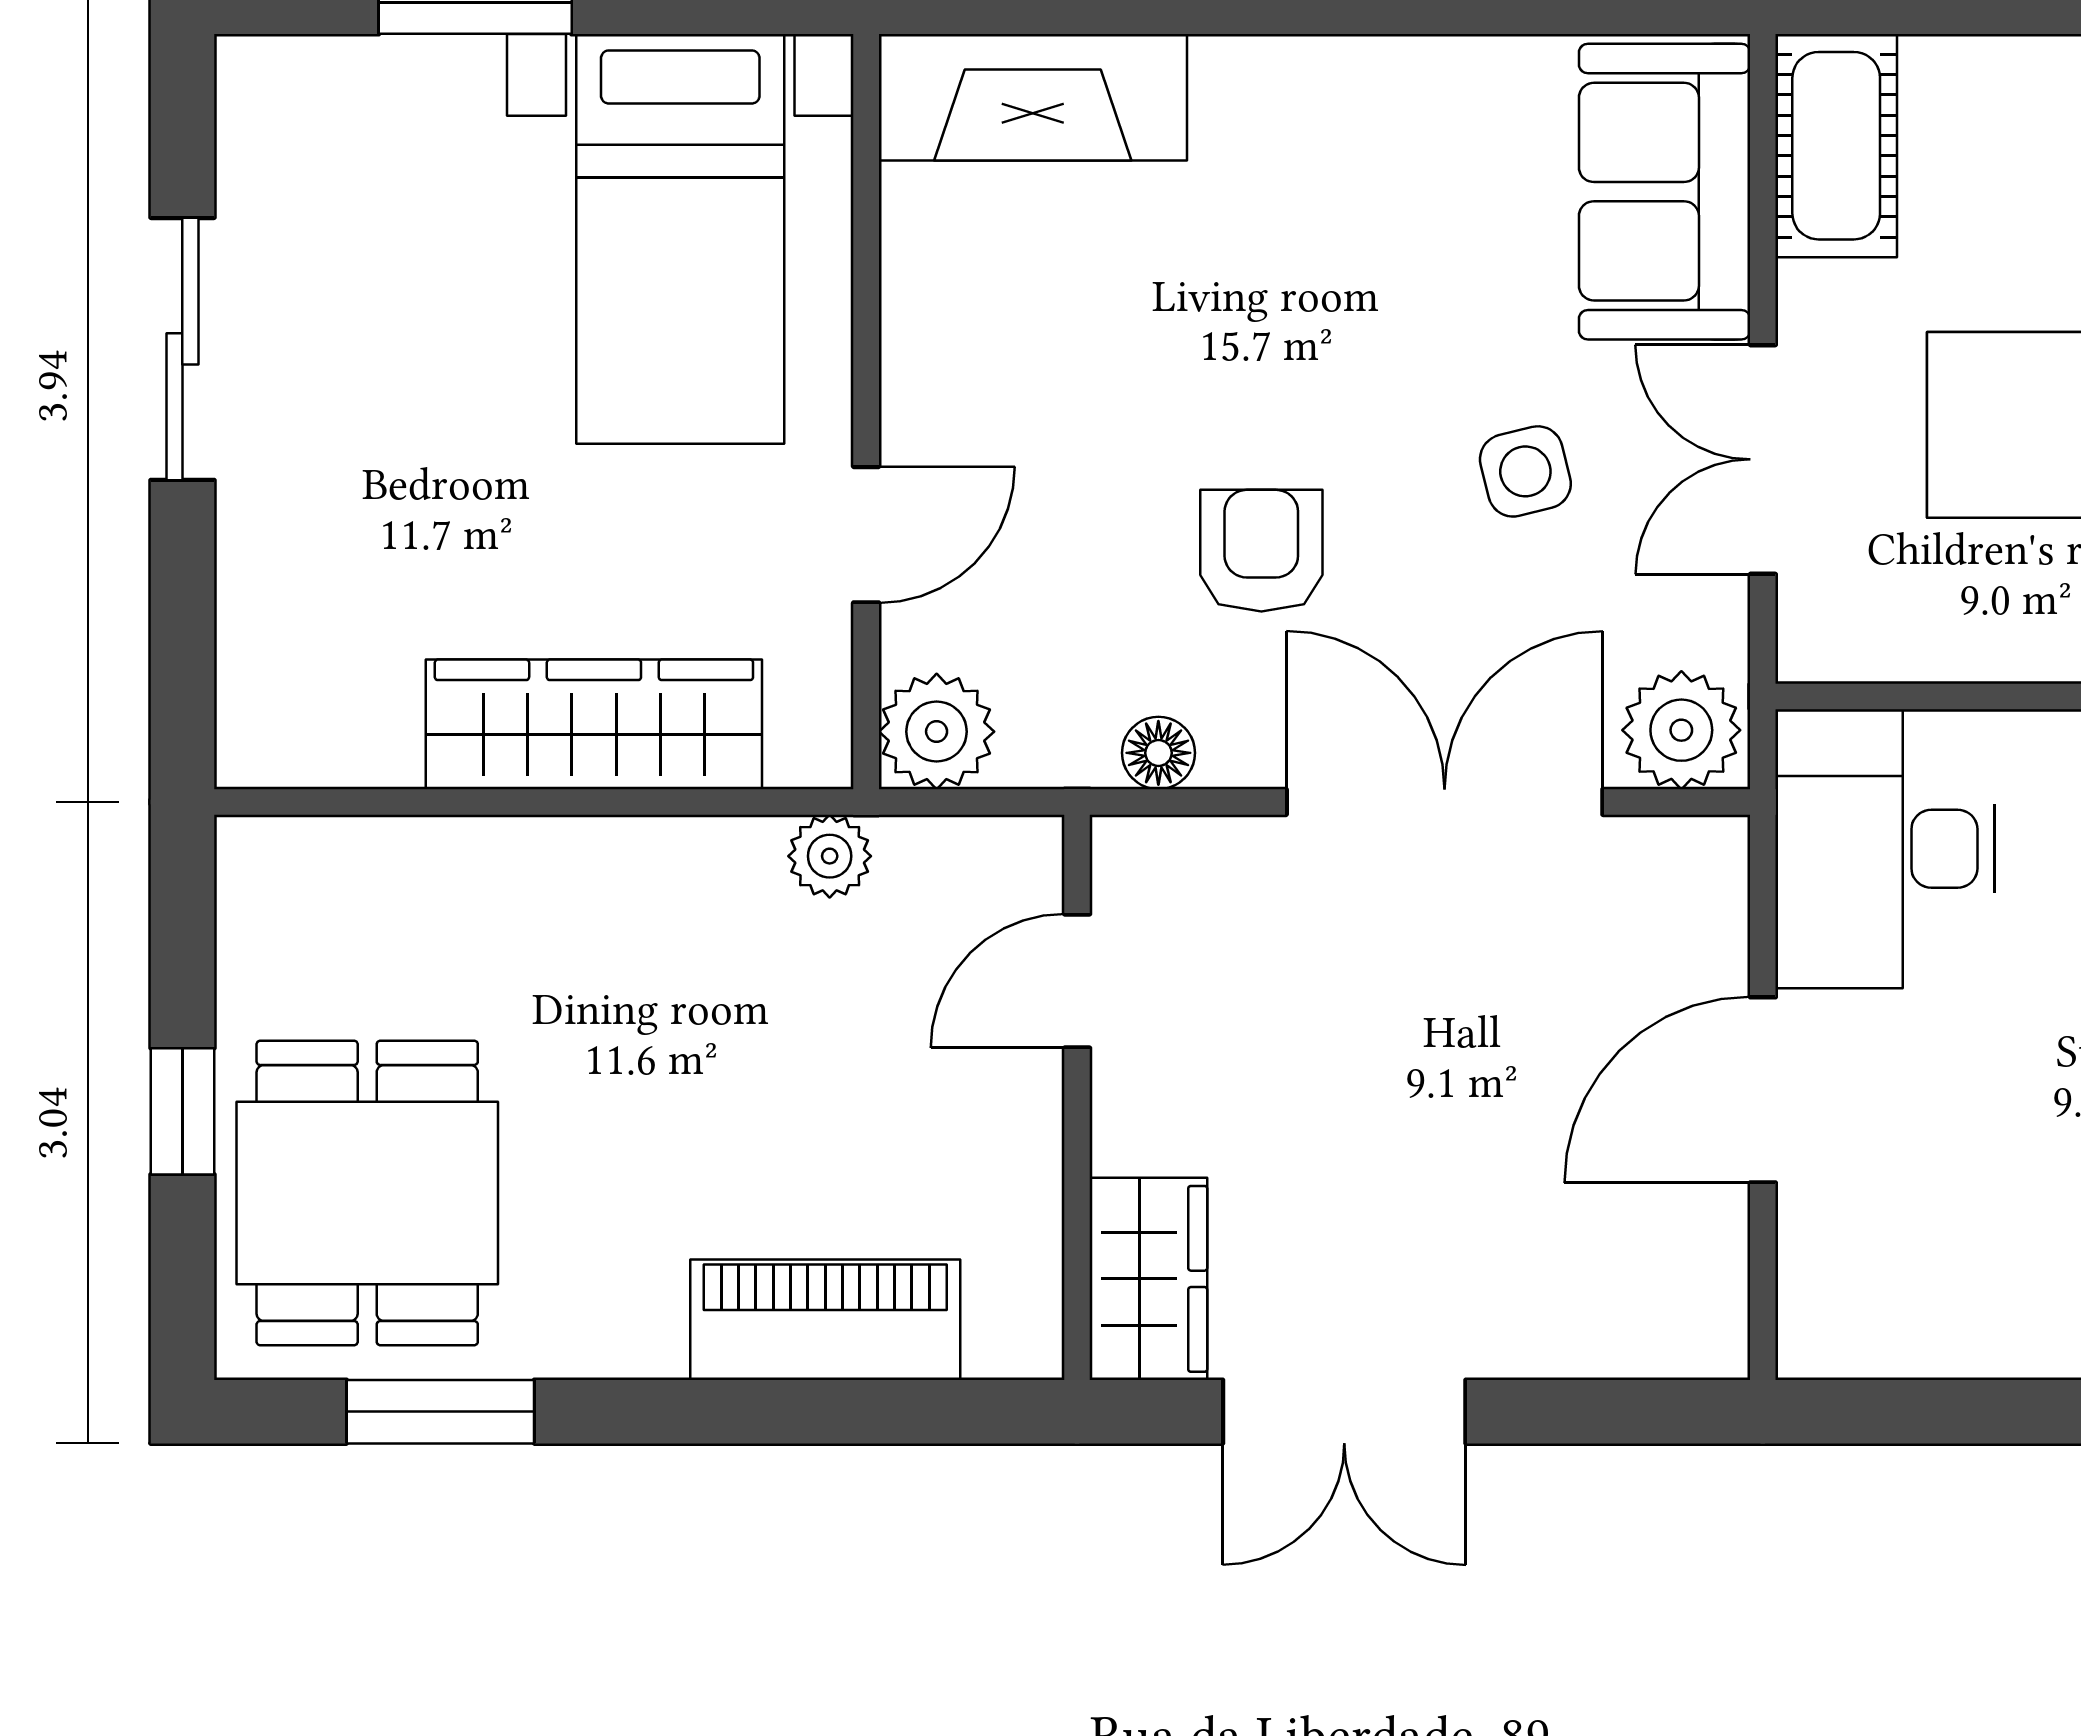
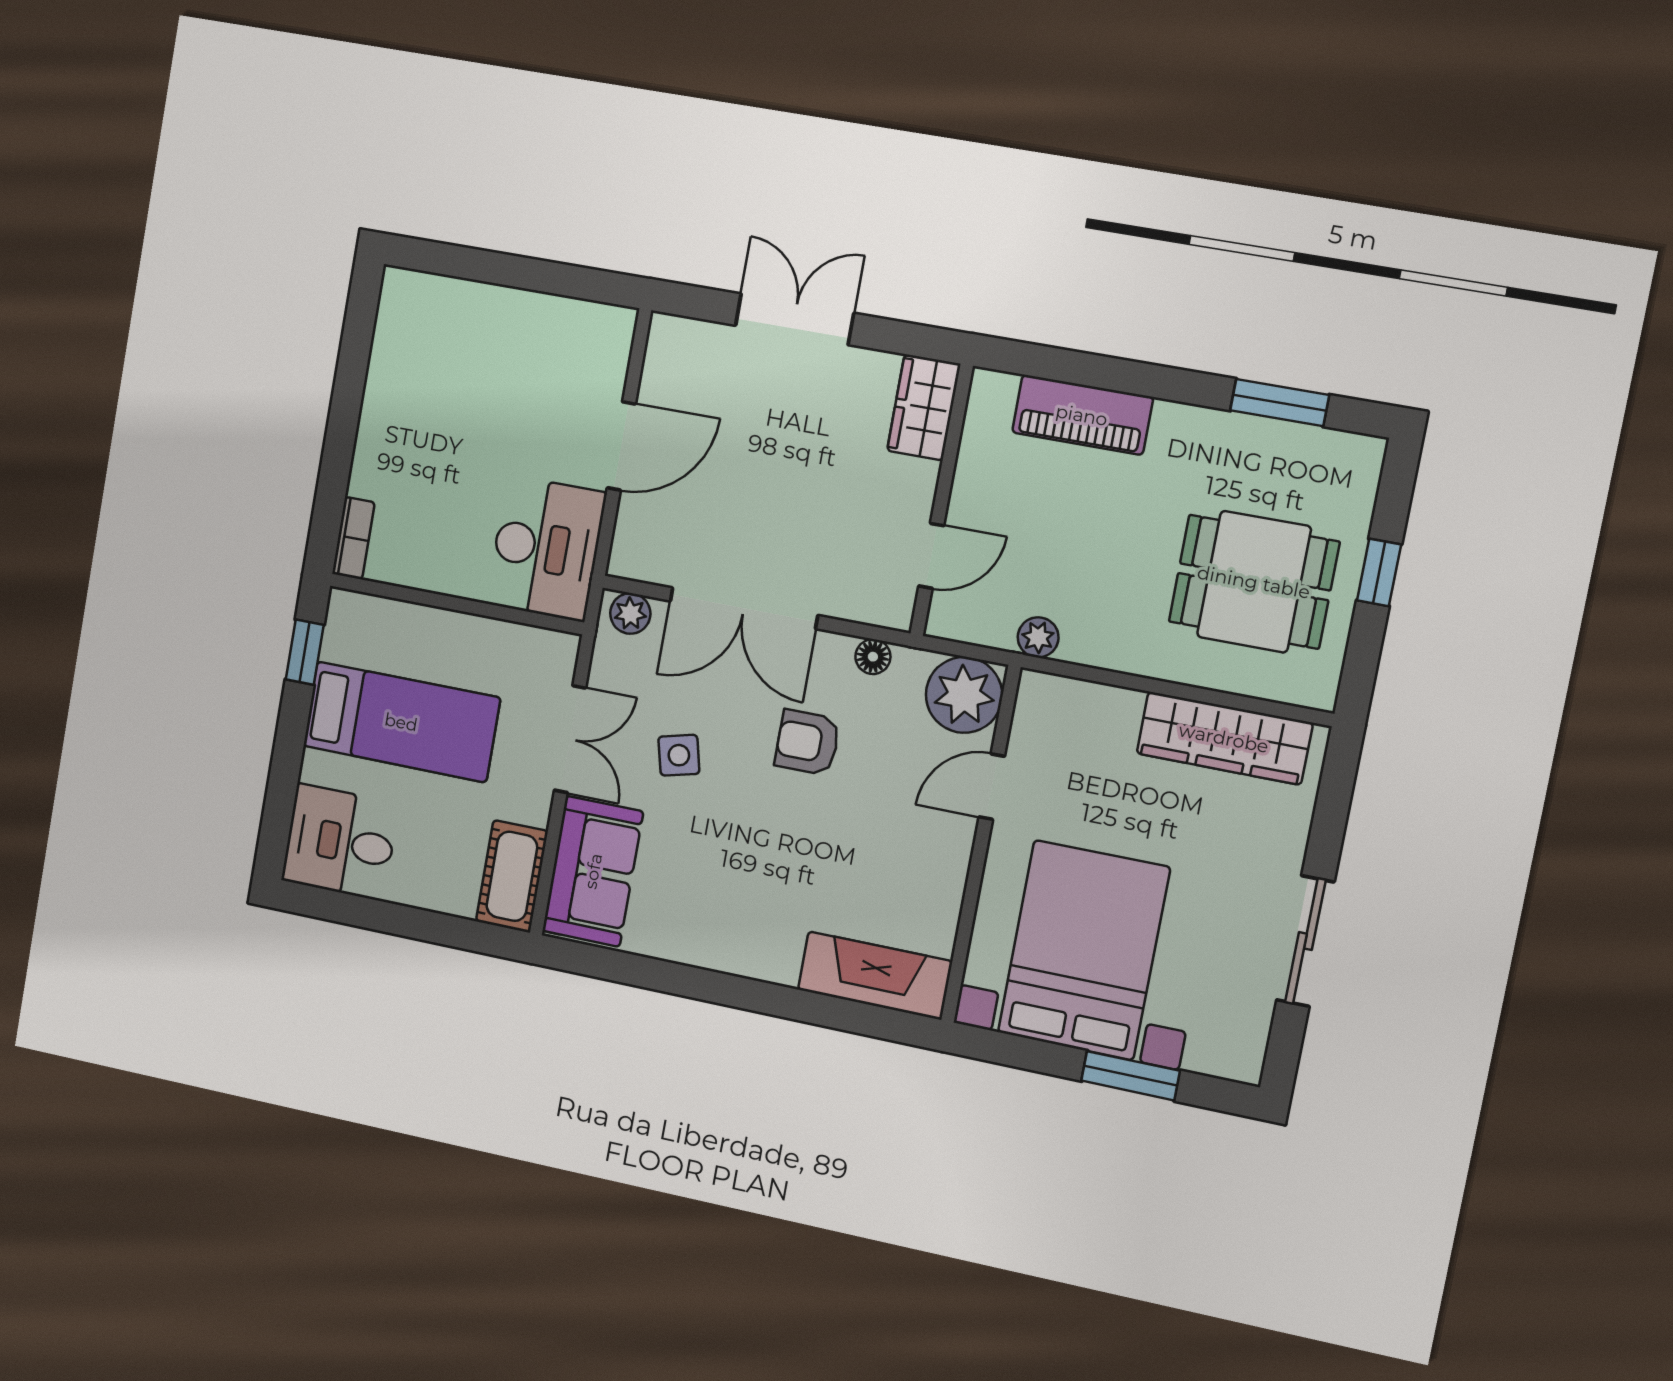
bed with nightstands: (680, 239) -> (1084, 950), width x1.36
armchair: (1261, 551) -> (807, 742), turned 90
wardrobe: (594, 724) -> (1224, 738), moved
plant: (1681, 730) -> (630, 614), width x0.73, depth x0.73
plant: (937, 732) -> (964, 695), width x1.36, depth x1.36
dining table: (367, 1193) -> (1254, 582), moved, turned 90
double door: (1344, 1412) -> (794, 319), moved

